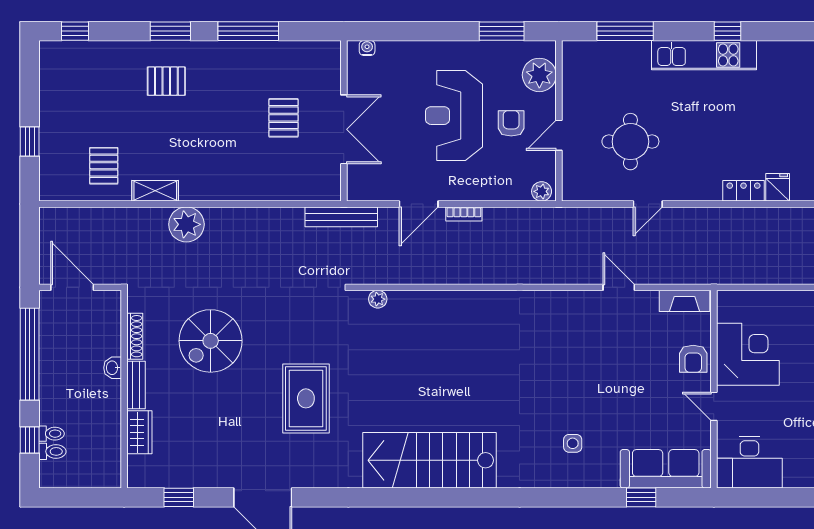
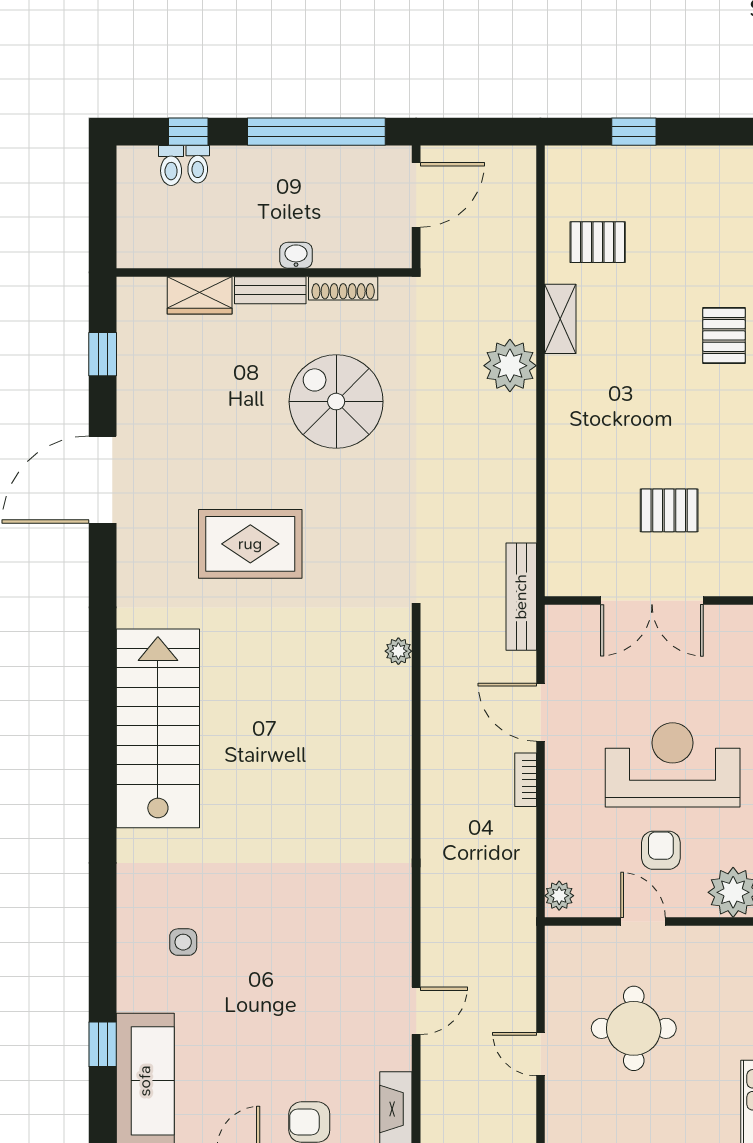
armchair: (511, 123) -> (661, 850), turned -90

